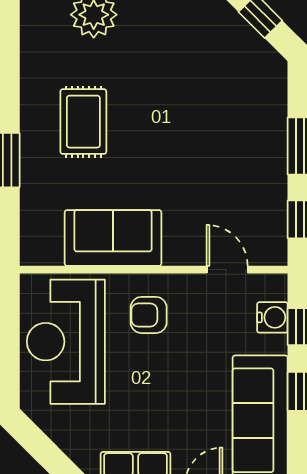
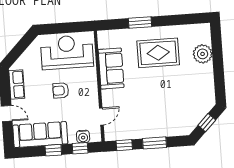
rug: (83, 122) -> (158, 53), width x1.36, depth x1.43
armchair: (149, 315) -> (61, 90), moved, turned -90

